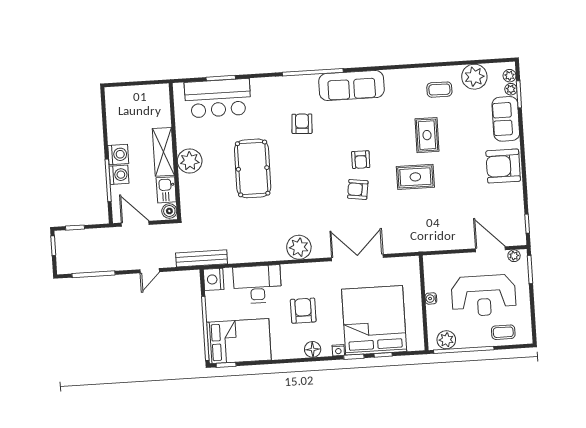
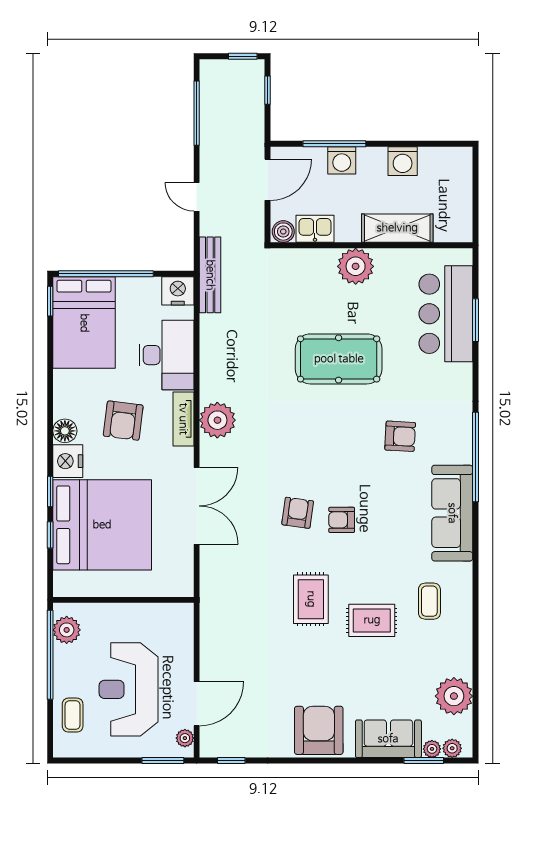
coffee table: (439, 90) -> (429, 601), moved
shelving: (163, 152) -> (397, 228), moved
washing machine: (118, 154) -> (403, 161), moved
tv unit: (299, 270) -> (183, 419), added
water cooler: (431, 298) -> (129, 611), removed
armchair: (303, 311) -> (123, 421), turned 97
nightstand: (338, 350) -> (68, 461), width x1.89, depth x1.79

